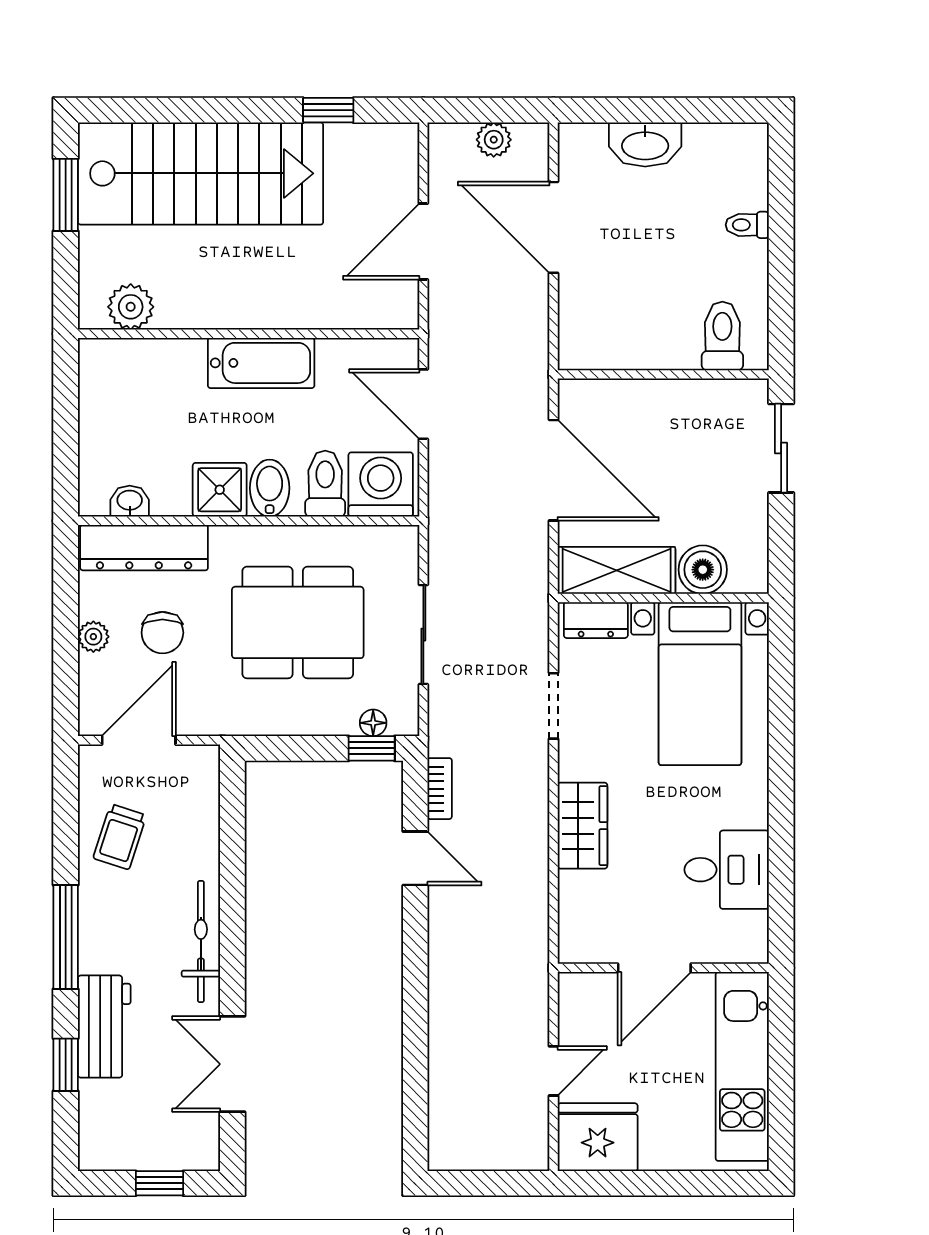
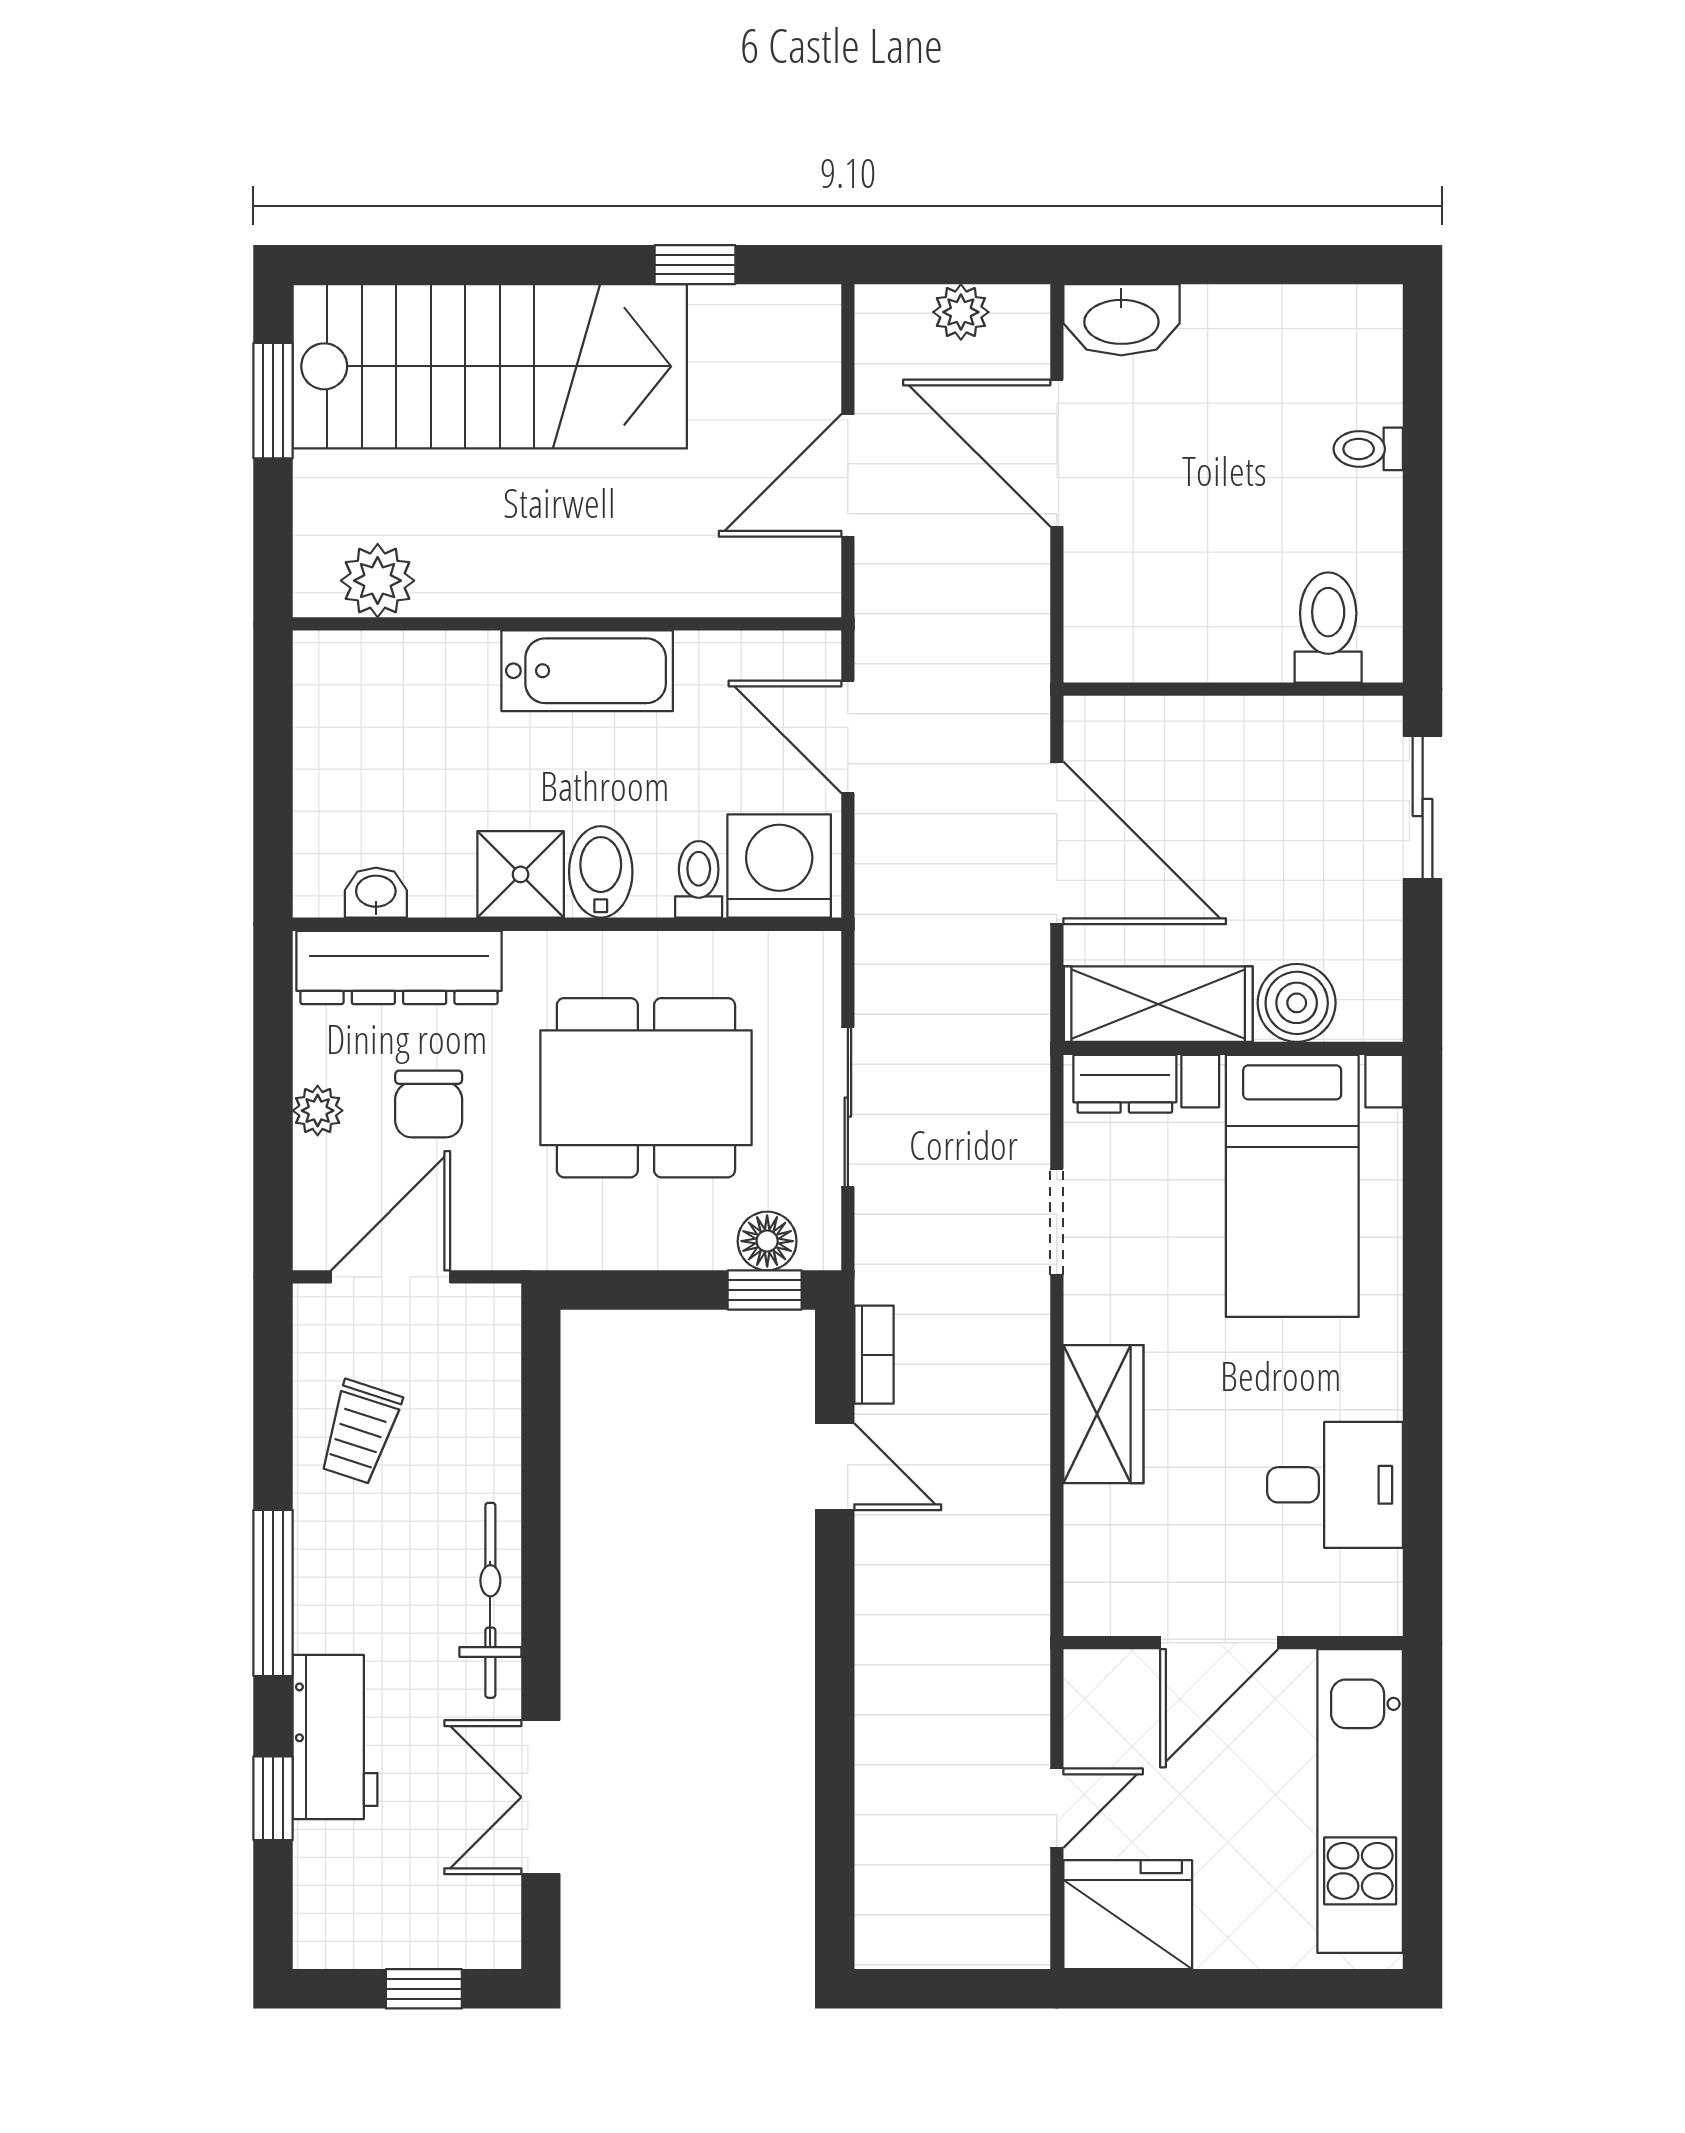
washbasin: (645, 144) -> (1121, 320), moved
toilet: (325, 484) -> (699, 879), width x0.73, depth x0.72
floor lamp: (373, 723) -> (767, 1241), width x1.37, depth x1.37

